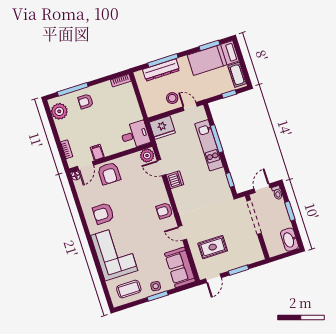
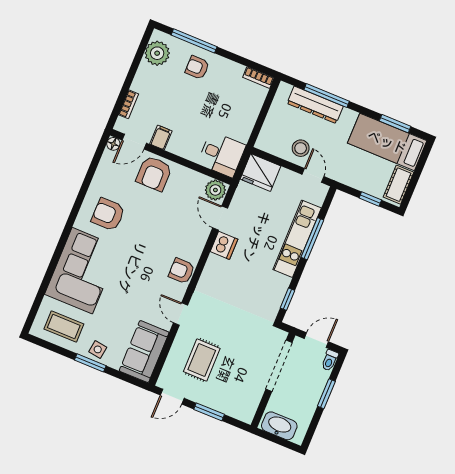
washbasin: (290, 240) -> (279, 426), moved, turned 90
rug: (213, 247) -> (202, 360), turned 90

